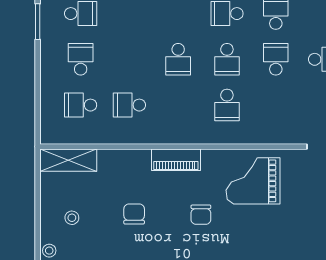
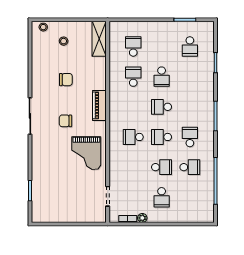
school desk: (81, 59) -> (162, 77), moved, turned 90
grand piano: (253, 181) -> (86, 153), turned 180

